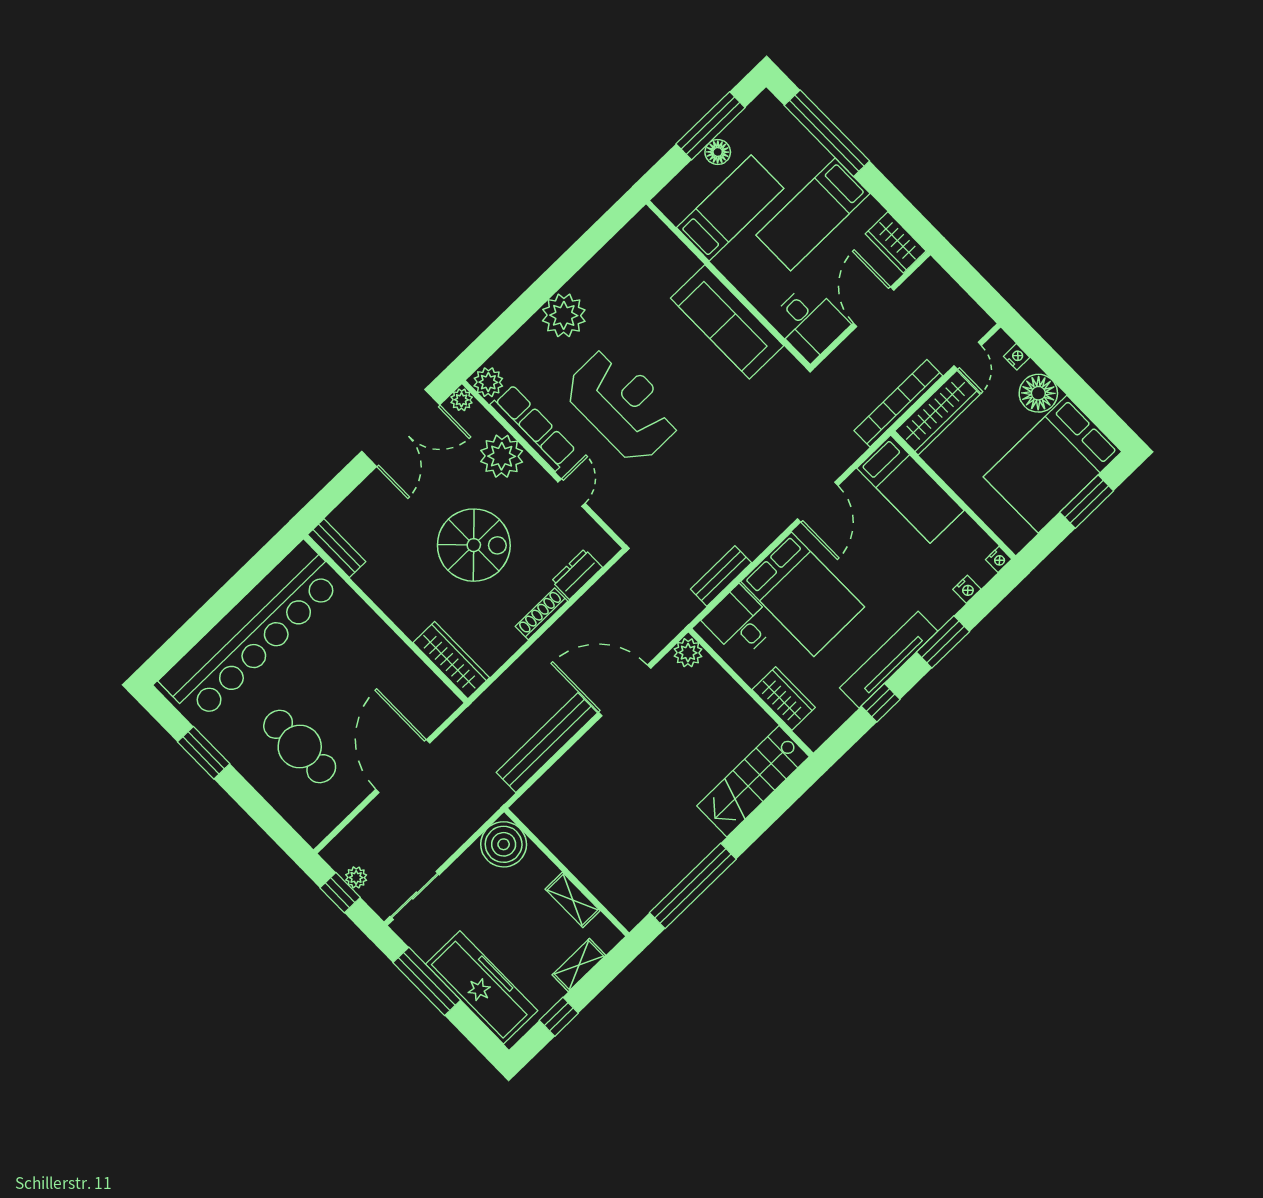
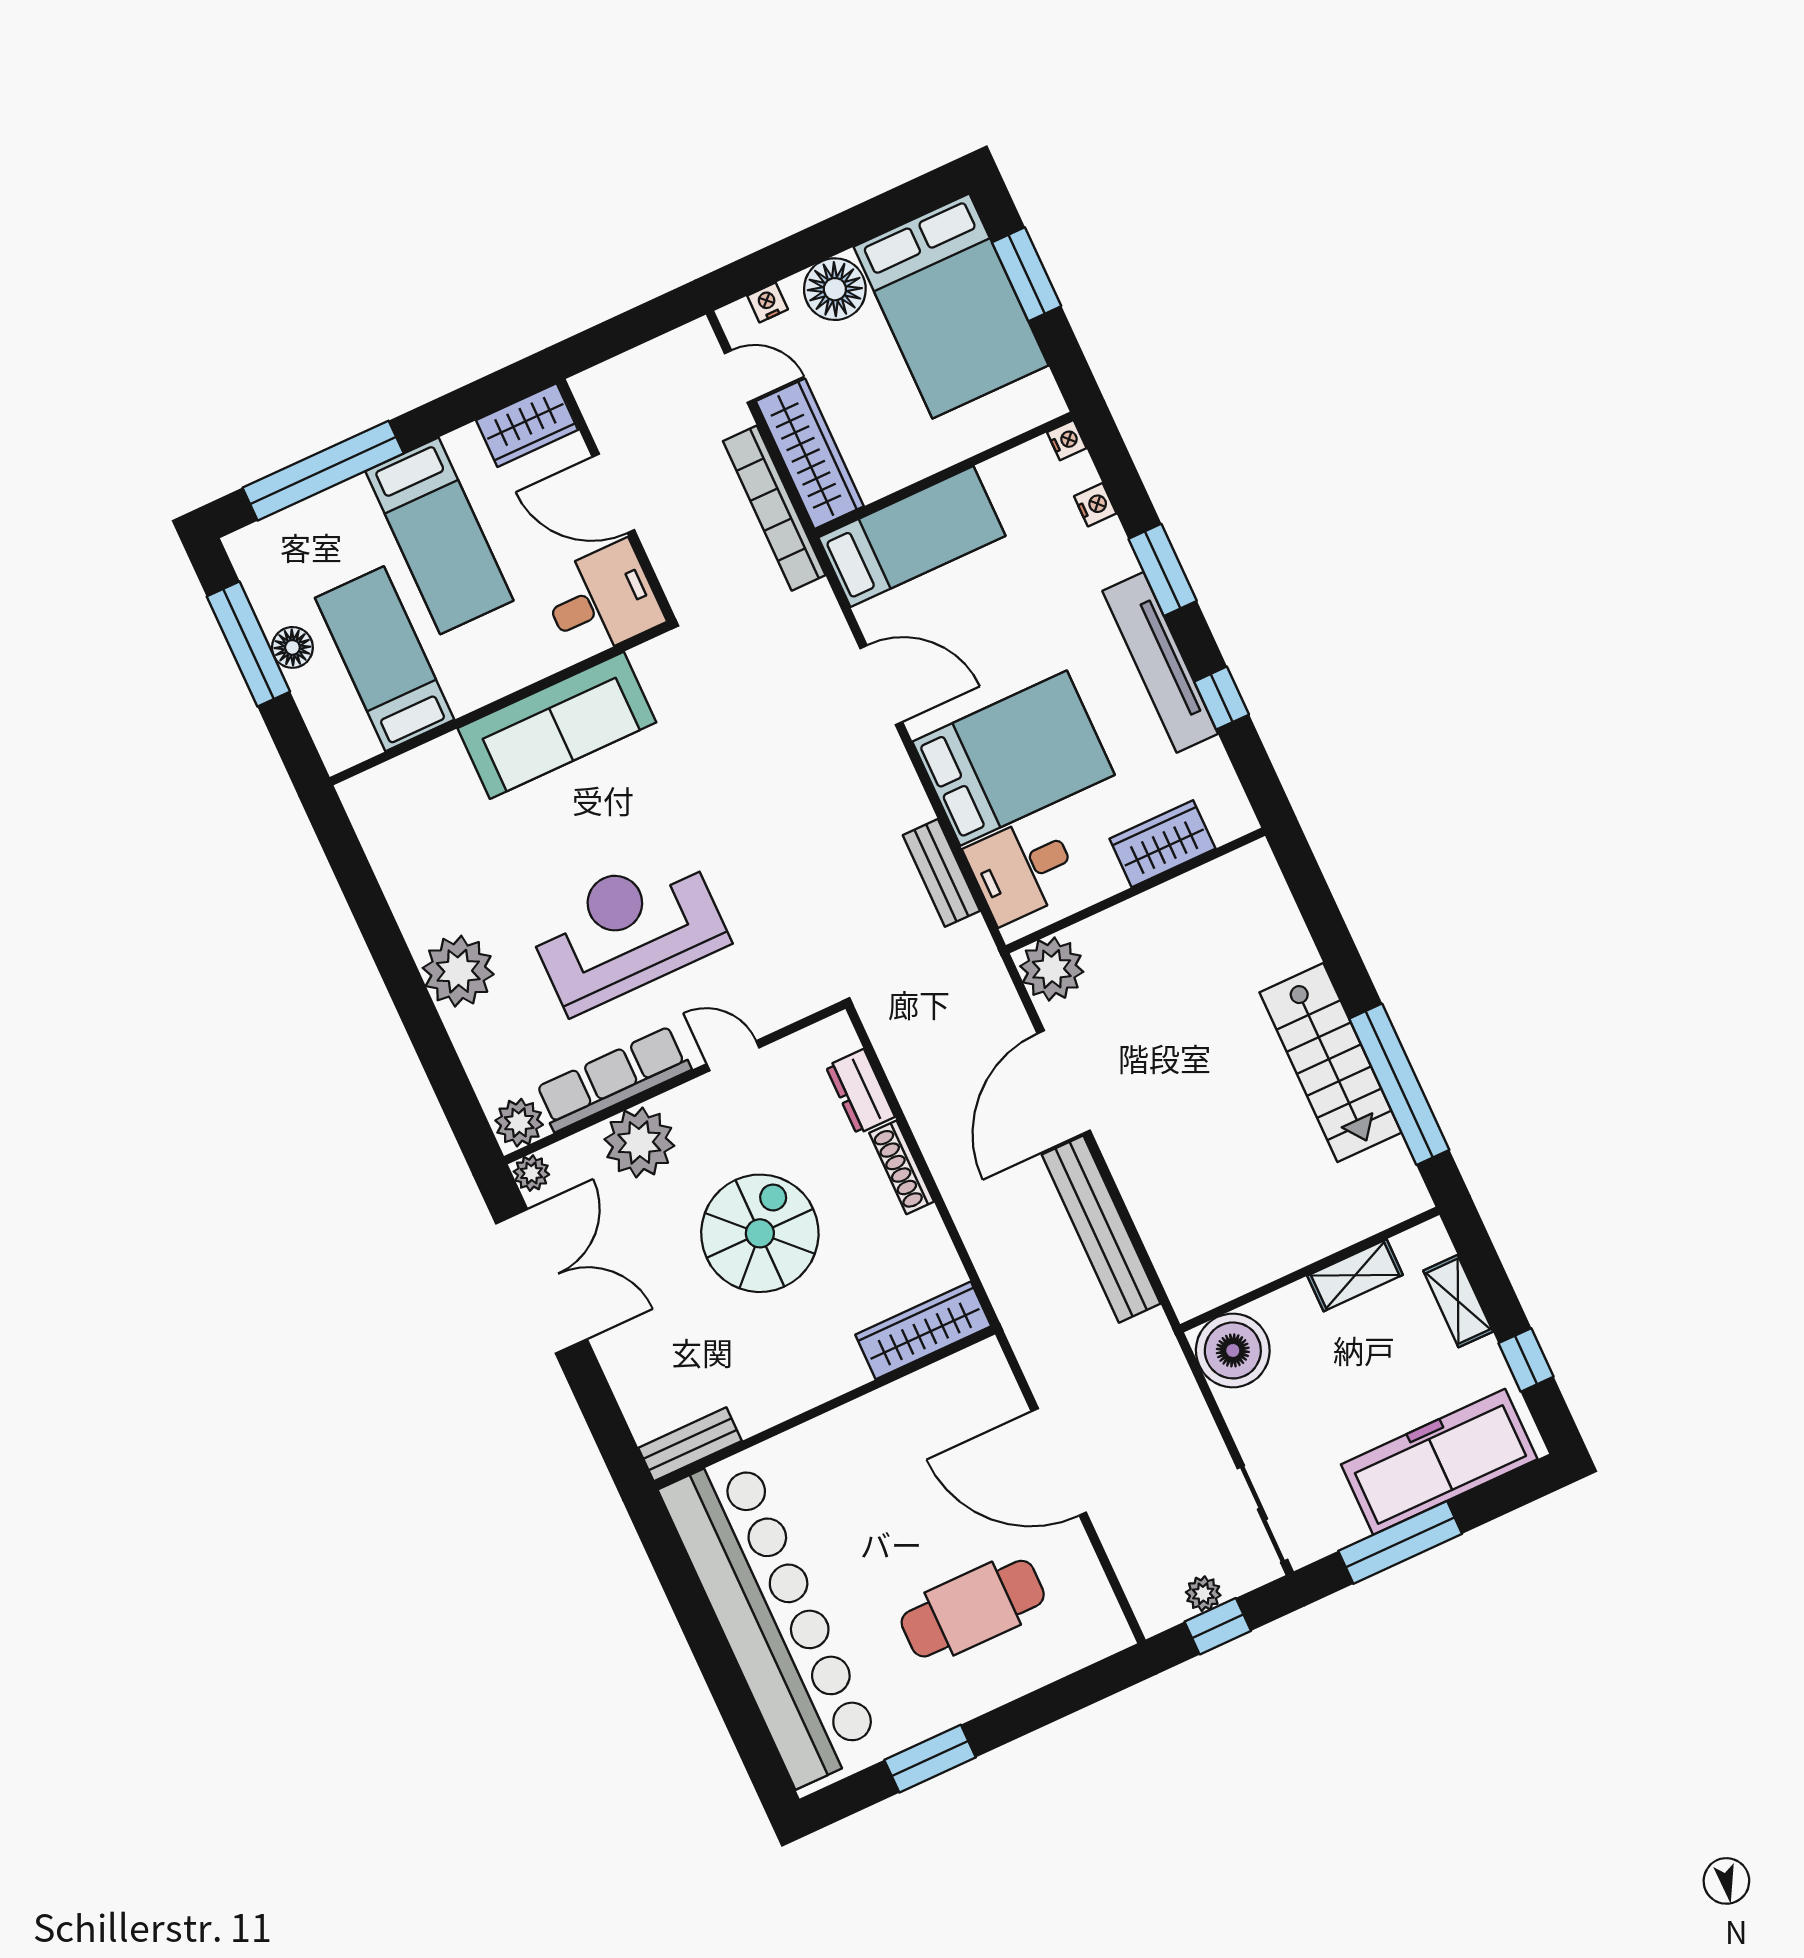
plant: (688, 653) -> (1052, 969), width x1.36, depth x1.36
stairs: (753, 781) -> (1330, 1063), moved

